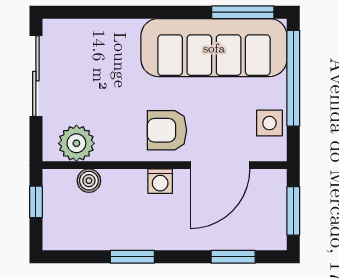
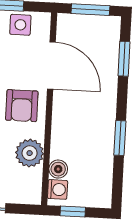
plant: (76, 143) -> (30, 153), moved
washing machine: (160, 181) -> (58, 189), moved

